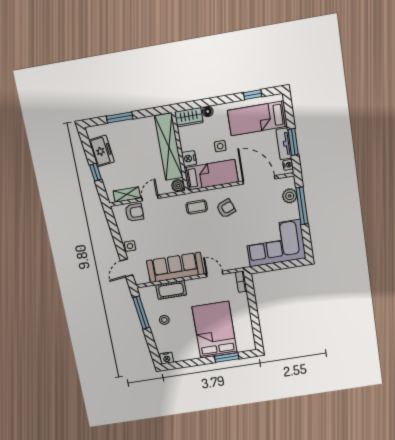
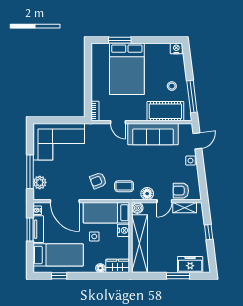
freezer: (102, 151) -> (190, 265), moved, turned 97
floor lamp: (170, 203) -> (147, 194), added
cot: (171, 290) -> (165, 111), width x1.37, depth x1.34

